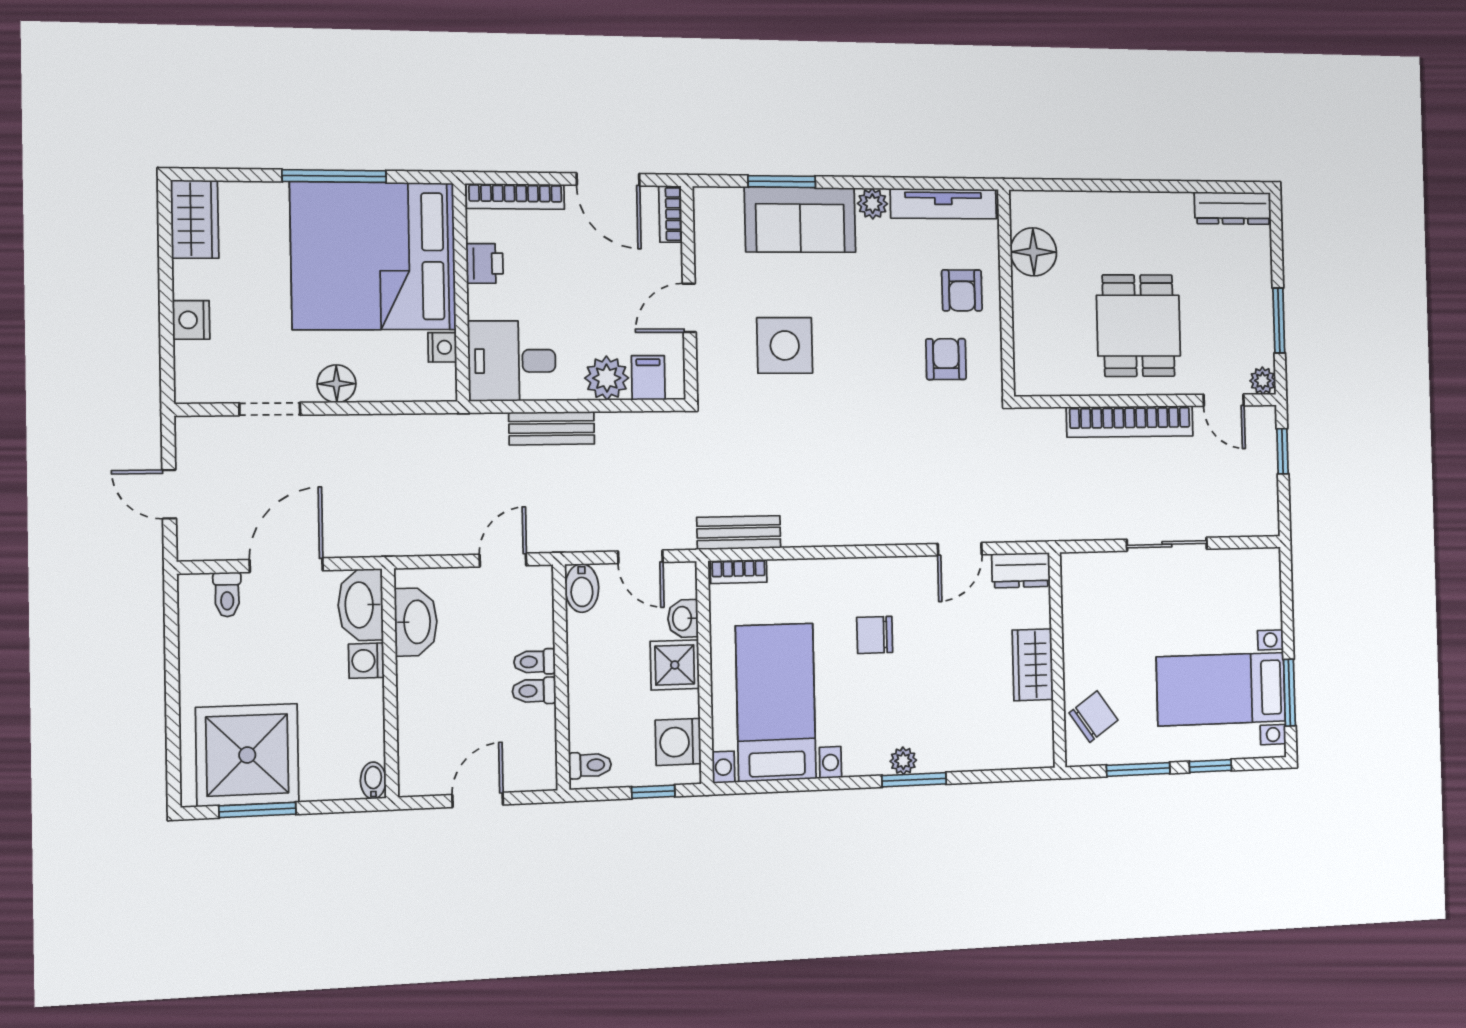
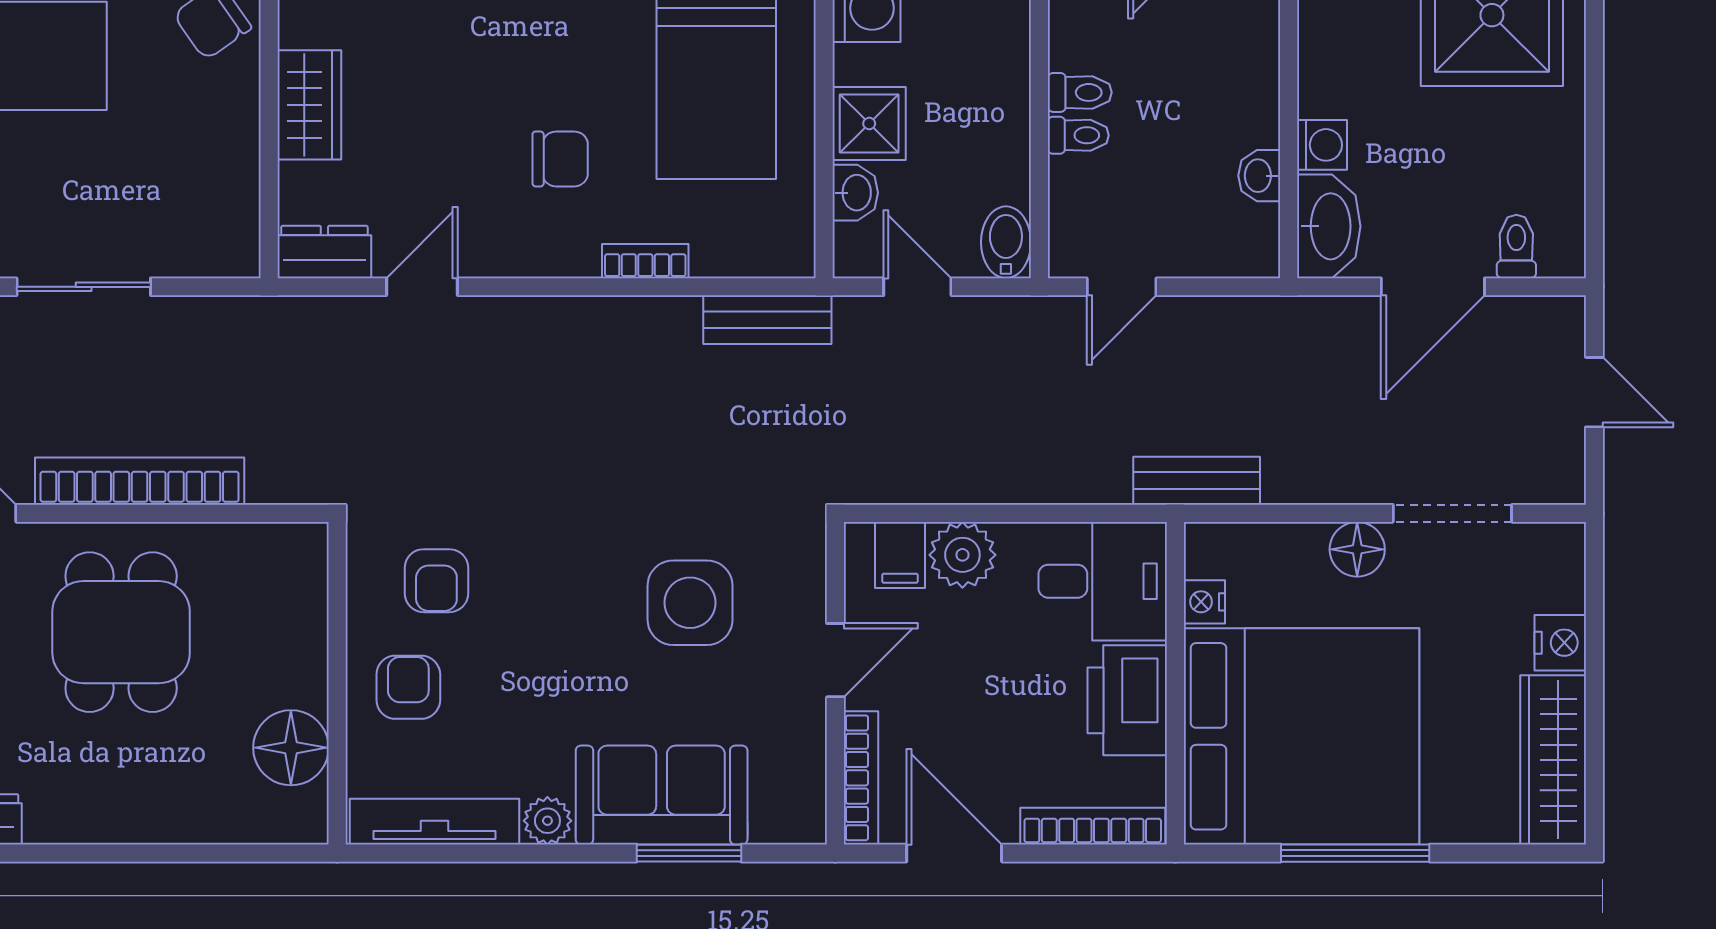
bookcase: (670, 214) -> (861, 778), width x1.56
wardrobe: (195, 219) -> (1553, 760), width x1.50
printer: (485, 263) -> (1127, 700), width x1.87, depth x1.48
doorway: (270, 409) -> (1452, 513), width x1.38
bench: (552, 428) -> (1197, 481), moved
bookcase: (739, 571) -> (645, 261), moved
washbasin: (416, 622) -> (1259, 176), width x0.52, depth x0.69

